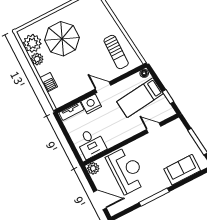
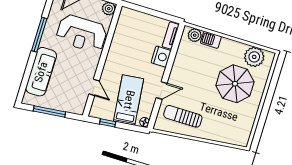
plant: (37, 59) -> (195, 35), moved
door: (103, 87) -> (162, 91), moved
door: (154, 128) -> (94, 87), hinge flipped
desk: (91, 143) -> (130, 26), removed
sofa: (182, 170) -> (41, 72), width x1.36

